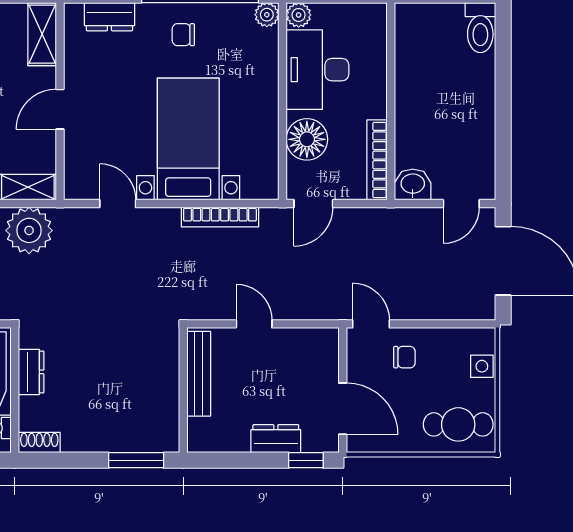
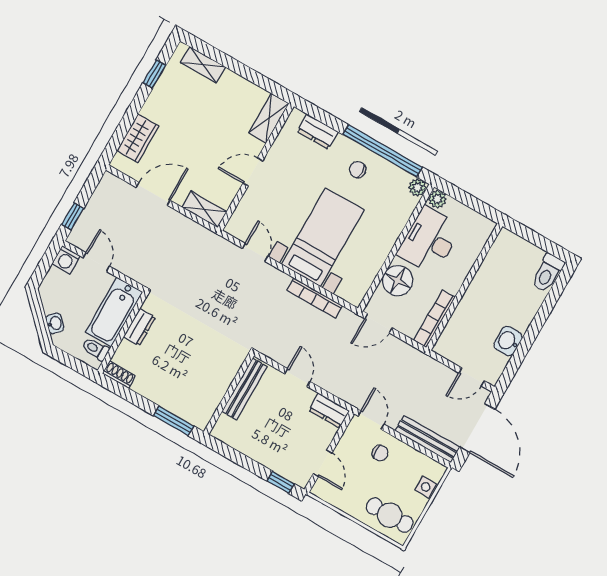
washbasin: (413, 184) -> (508, 341), moved, turned -90
plant: (29, 230) -> (189, 237), removed
bench: (451, 308) -> (427, 439), added
door: (343, 409) -> (323, 463), width x0.73
dresser: (276, 439) -> (329, 411), moved, turned 180

